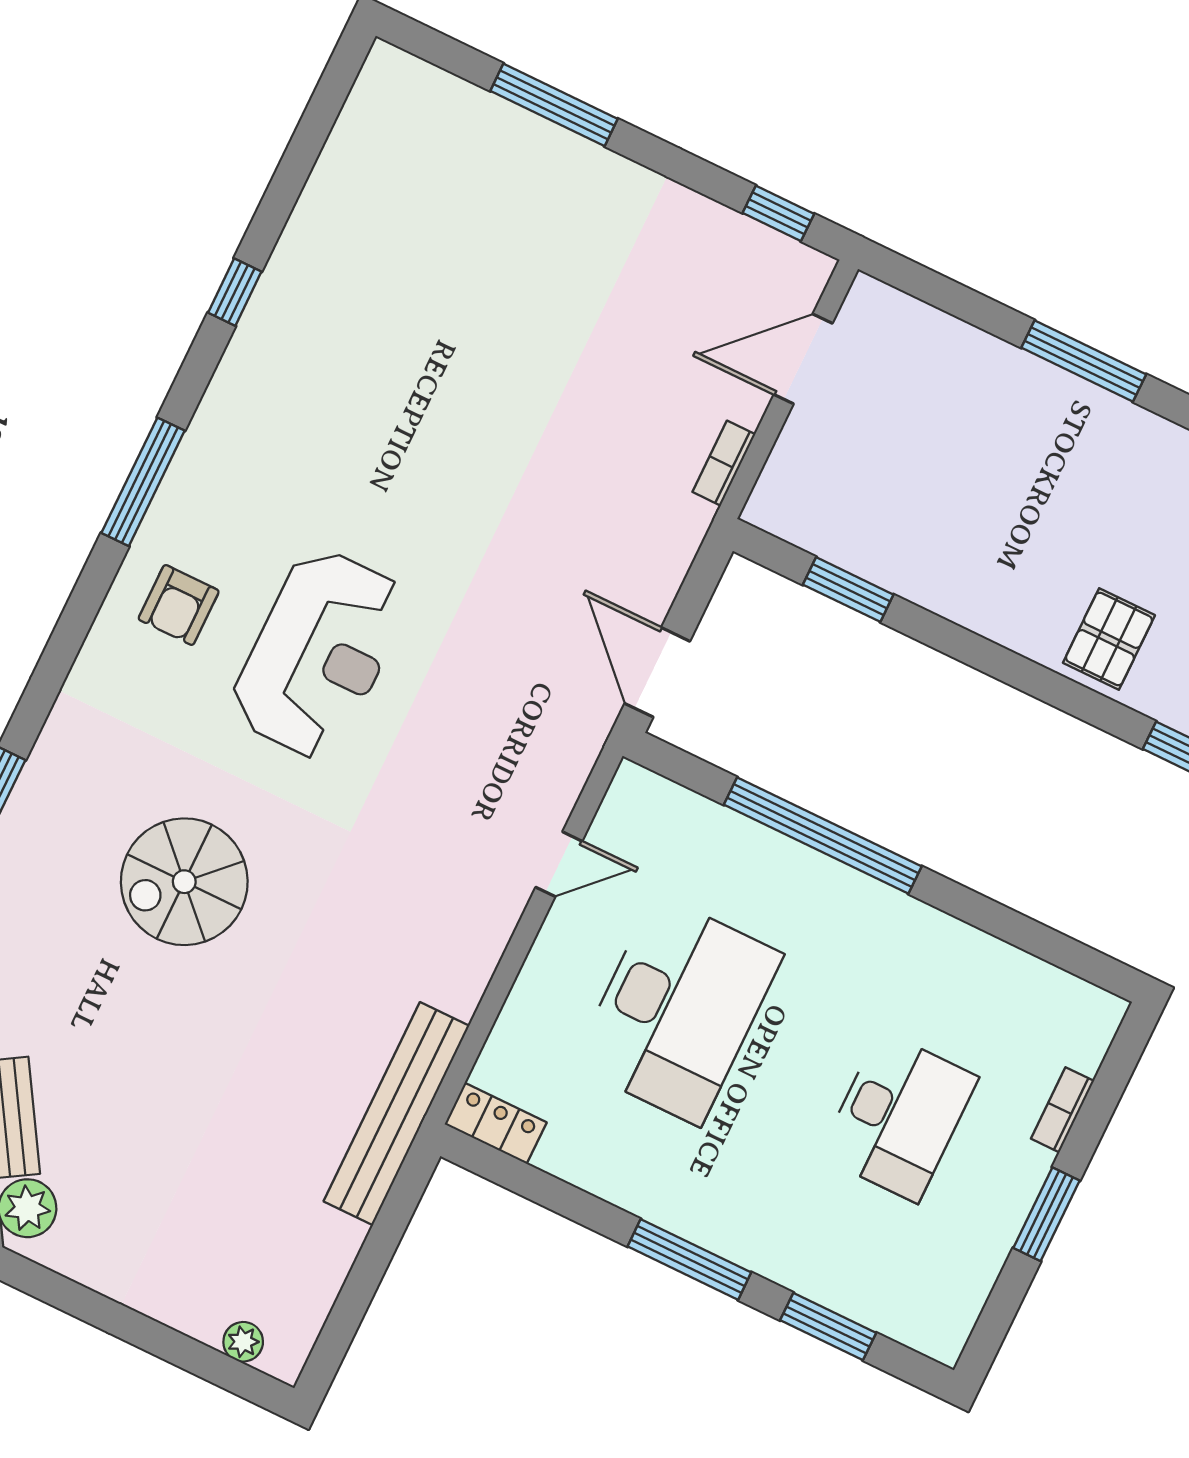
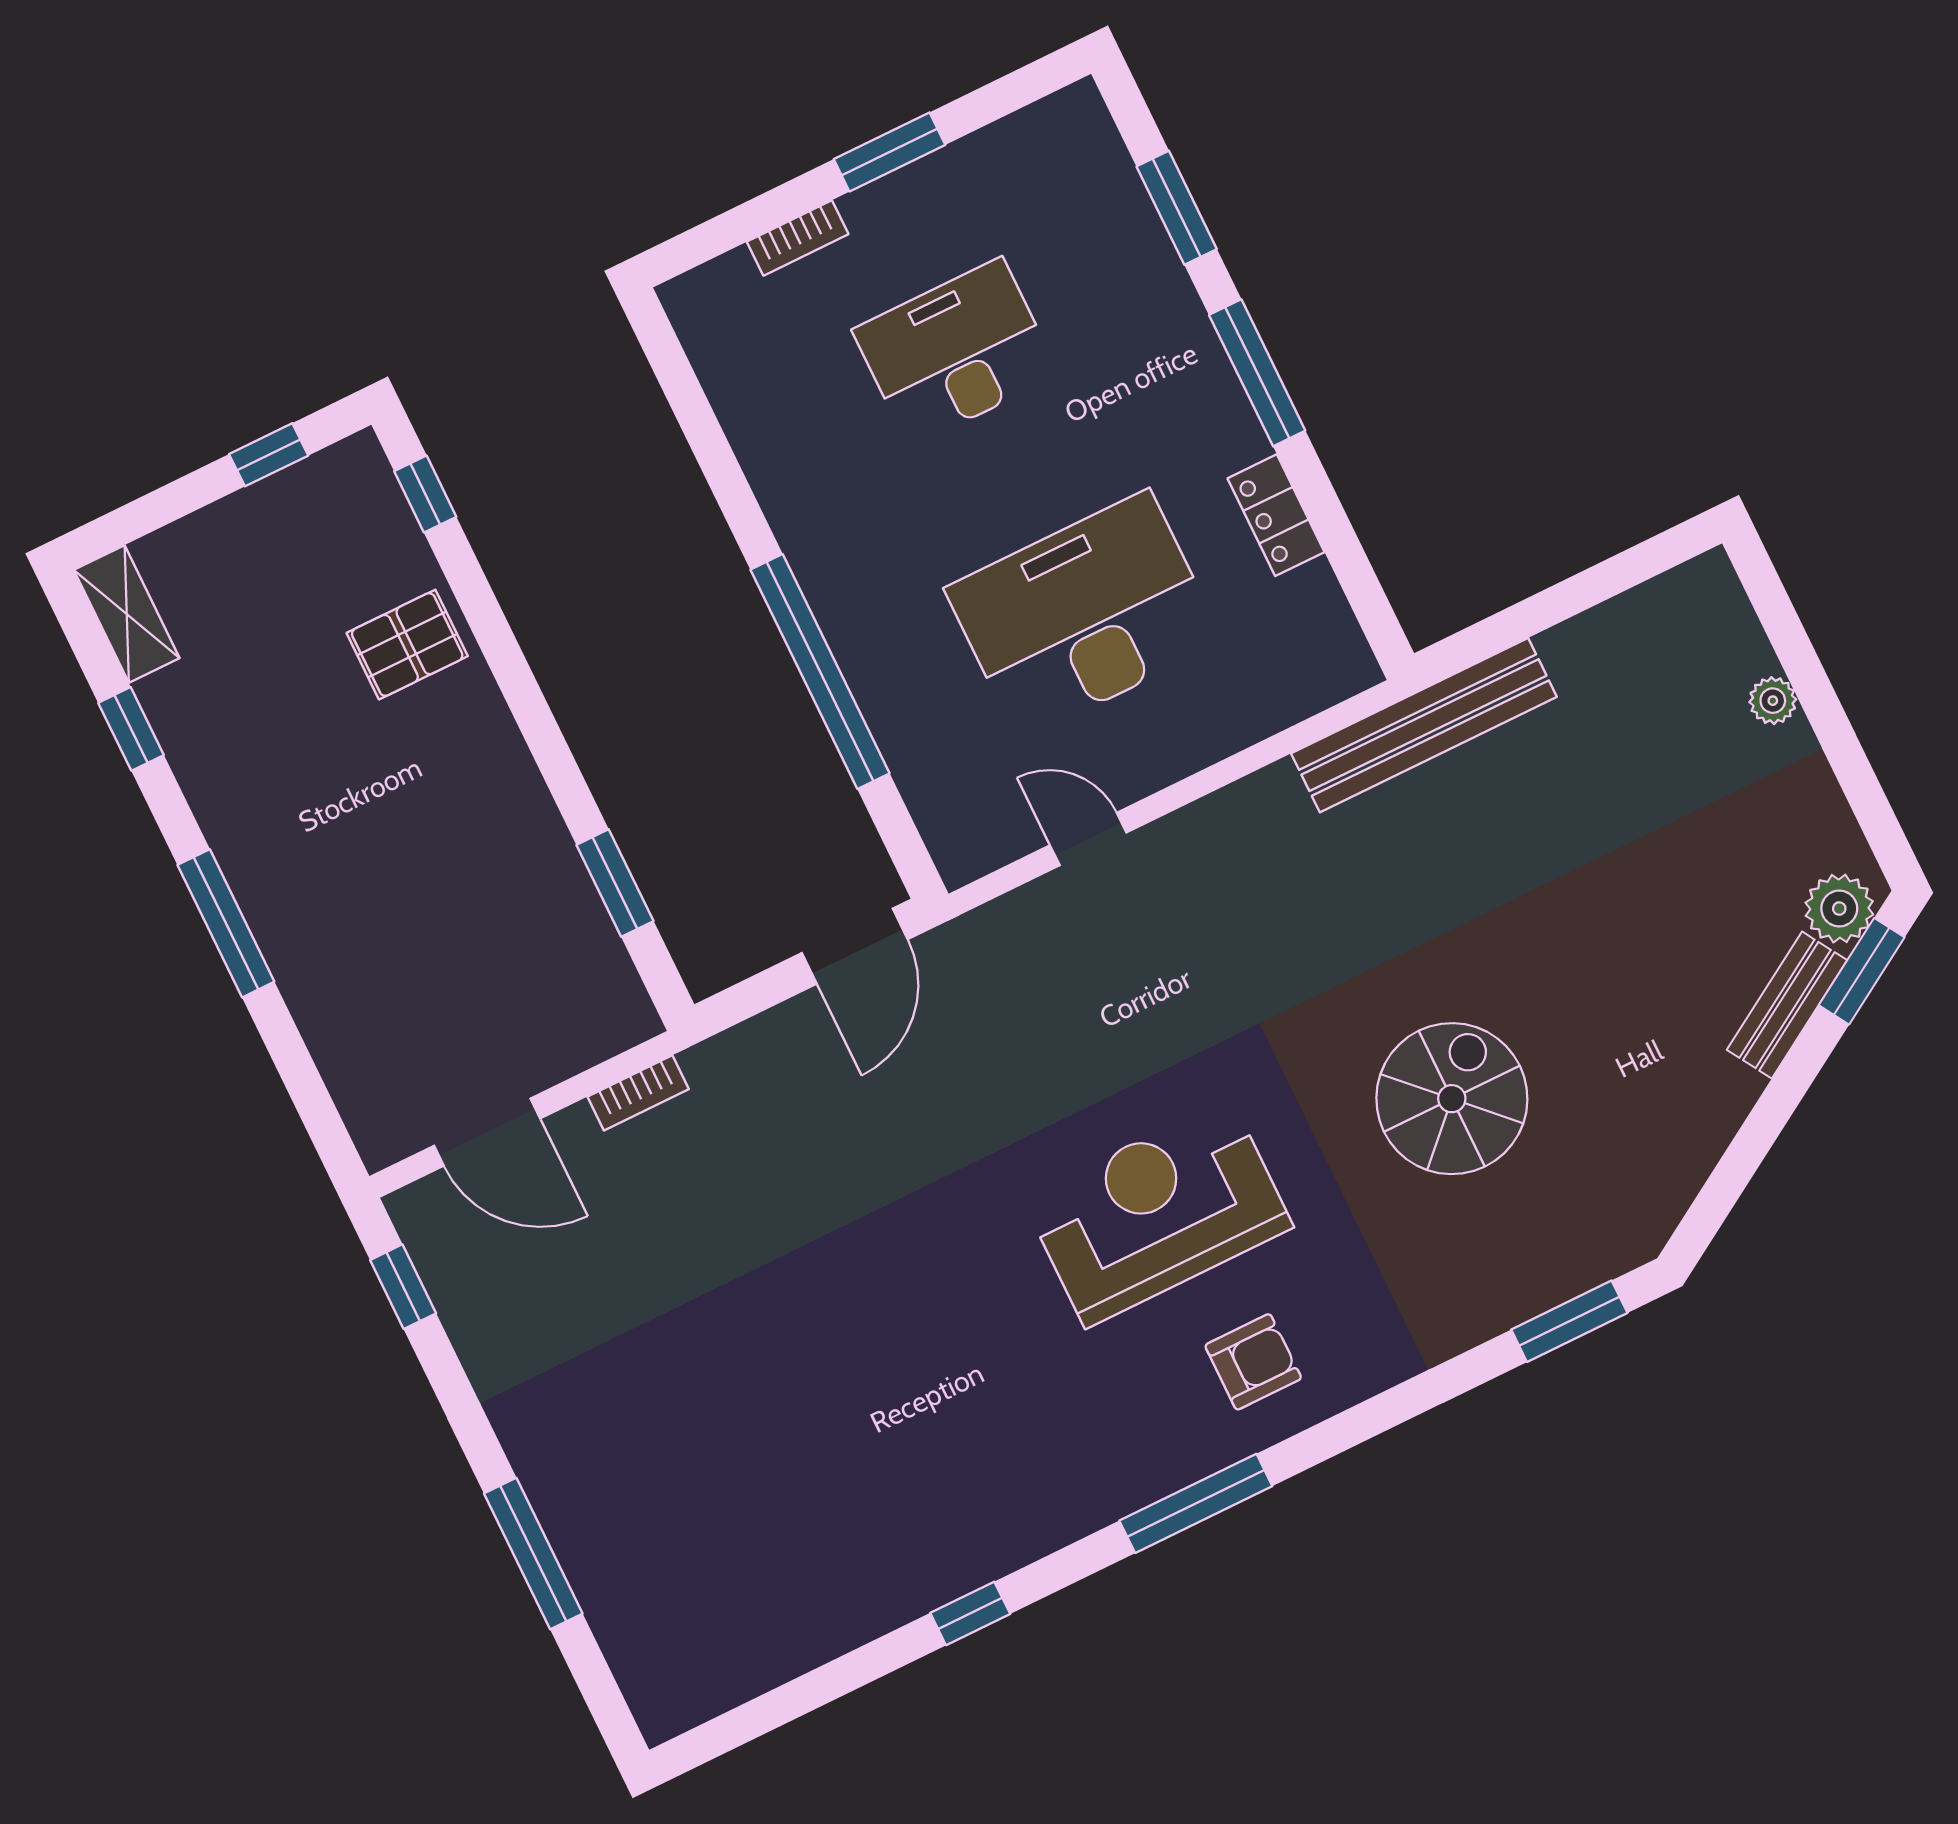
spiral stairs: (184, 882) -> (1452, 1099), turned -90
locker: (496, 1123) -> (1276, 515), moved
plant: (243, 1342) -> (1773, 701), moved

